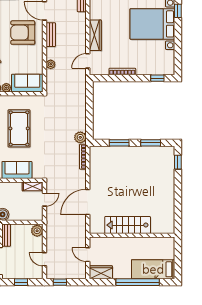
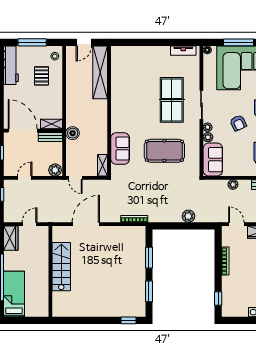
plant: (80, 137) -> (188, 216), moved
door: (44, 200) -> (75, 178), moved
door: (88, 202) -> (86, 224), hinge flipped

